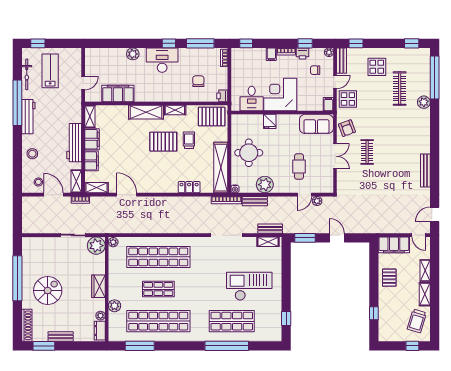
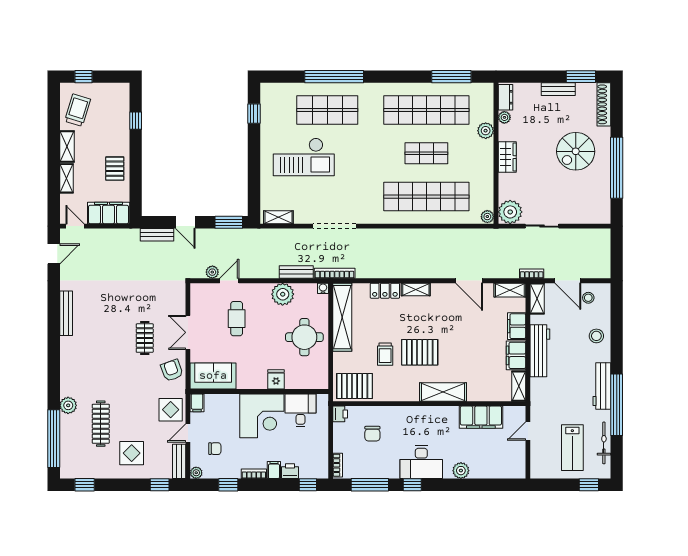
printer: (302, 53) -> (290, 471), moved
shelving: (175, 110) -> (416, 289), moved
bench: (270, 229) -> (157, 235), moved

